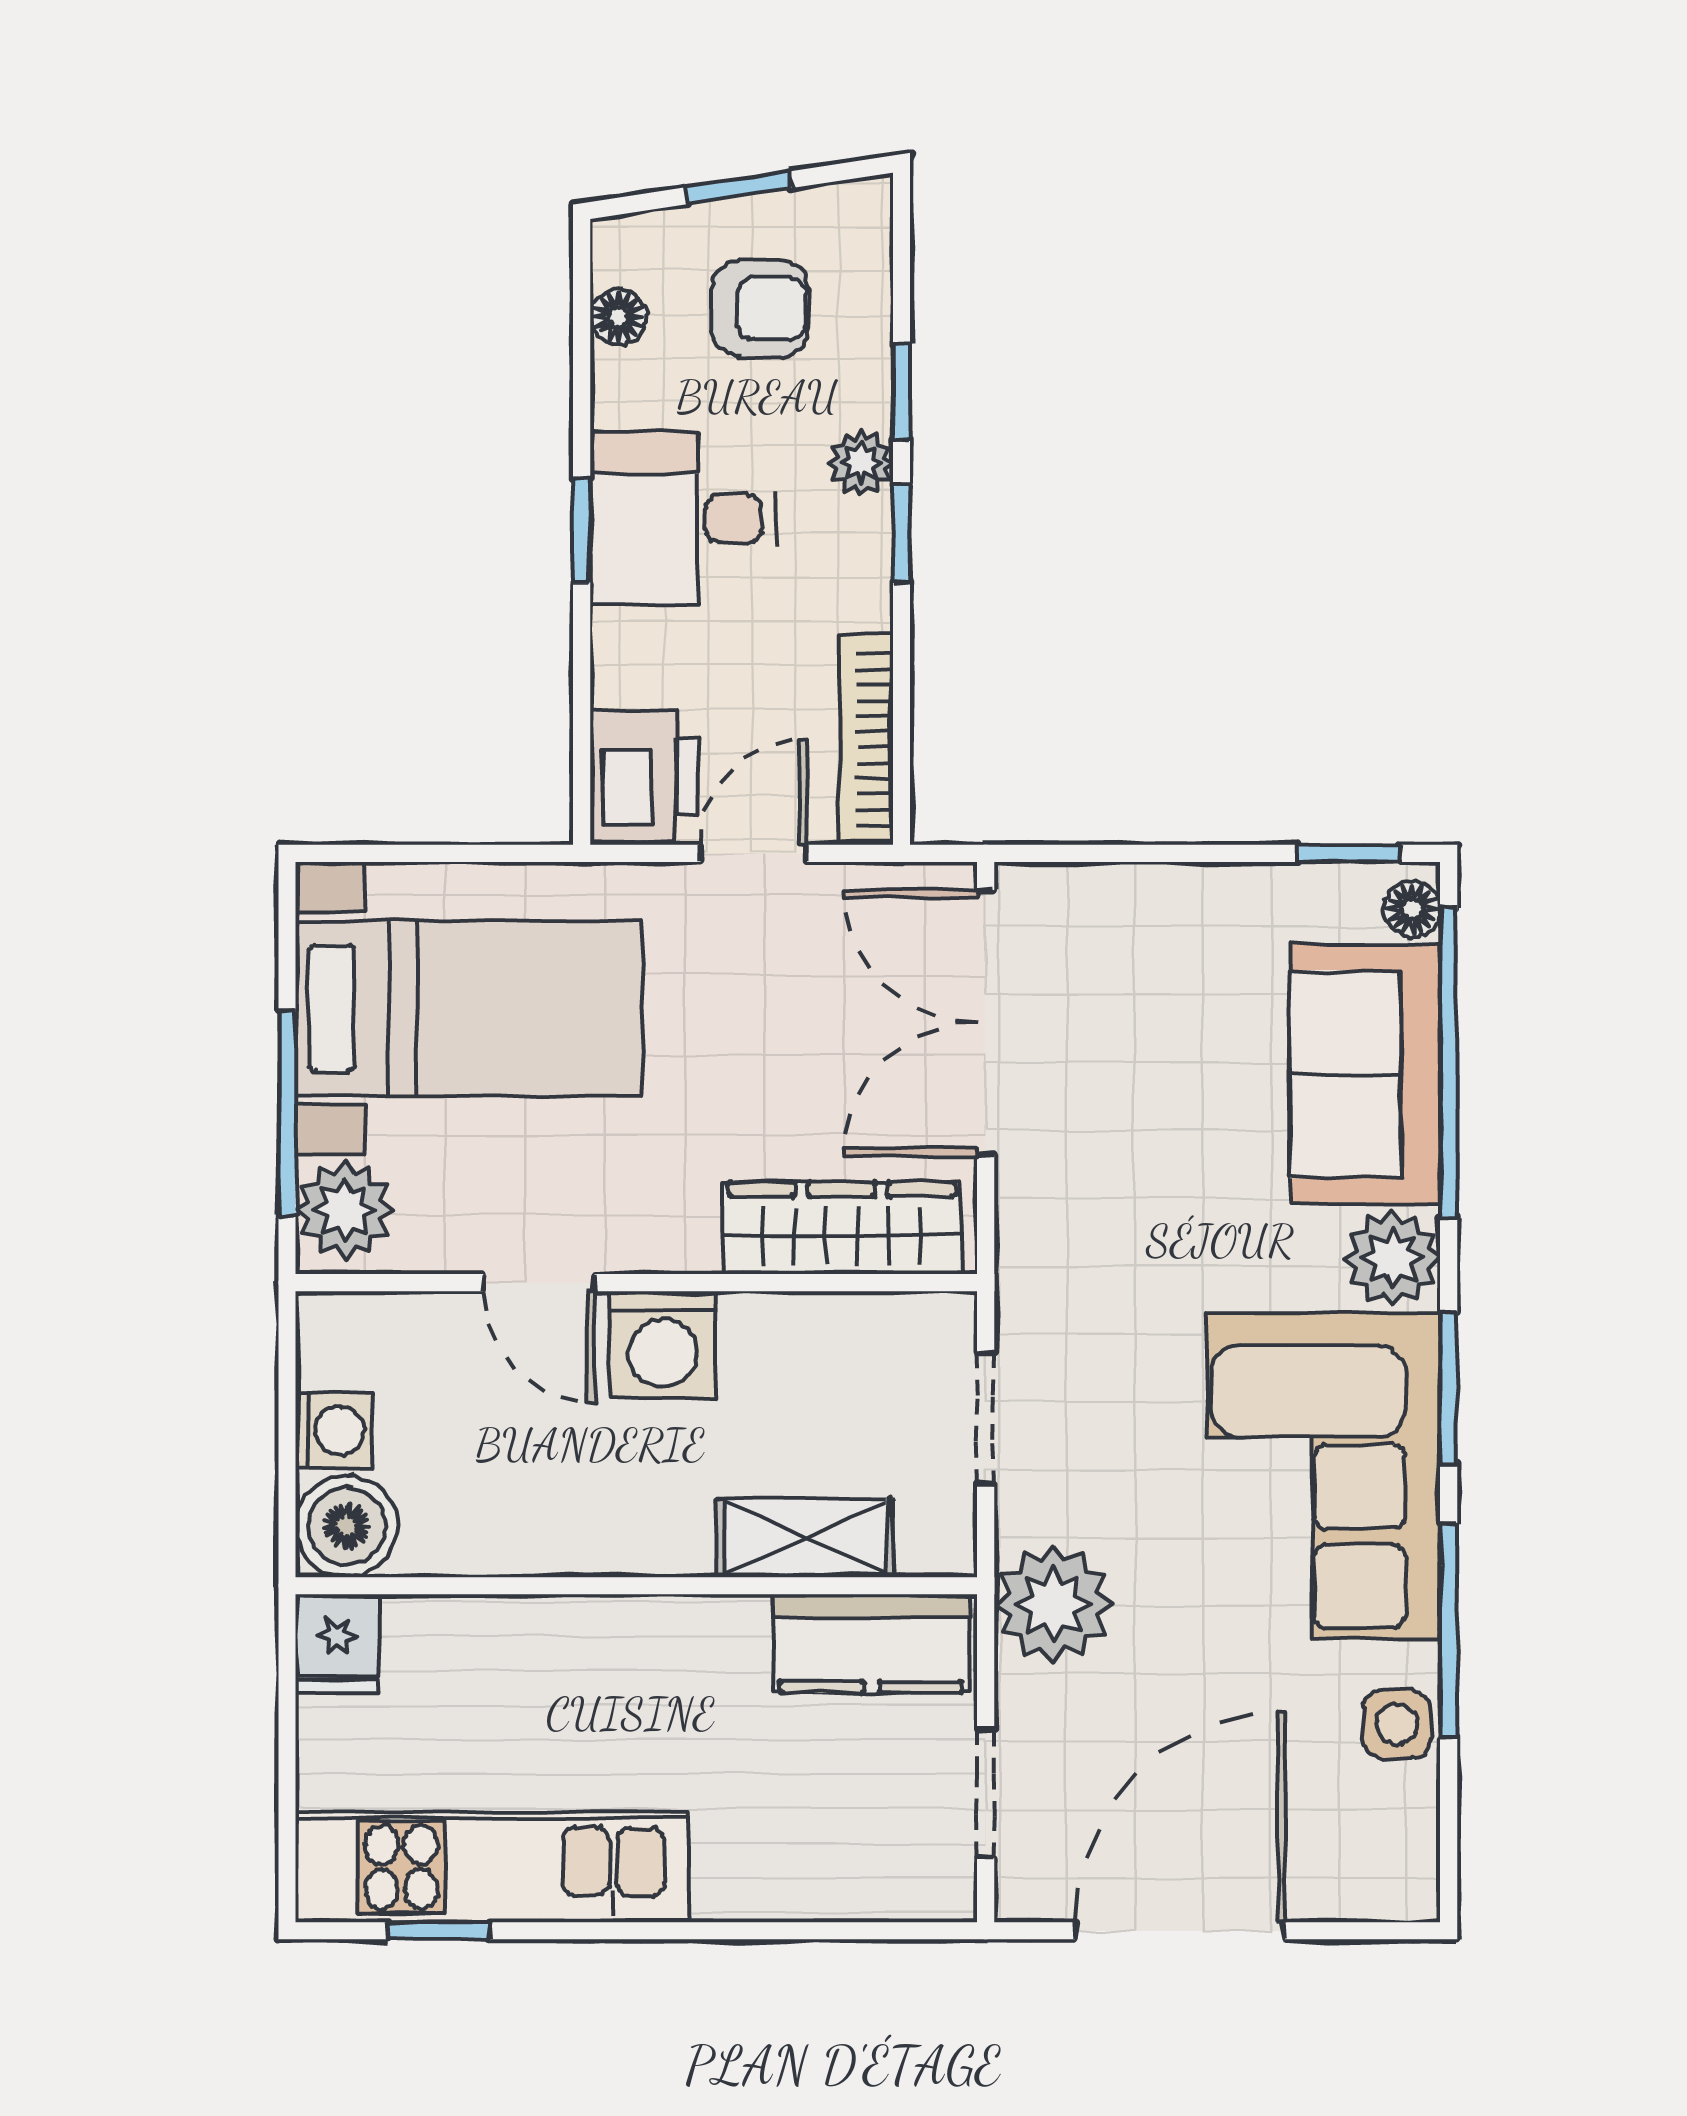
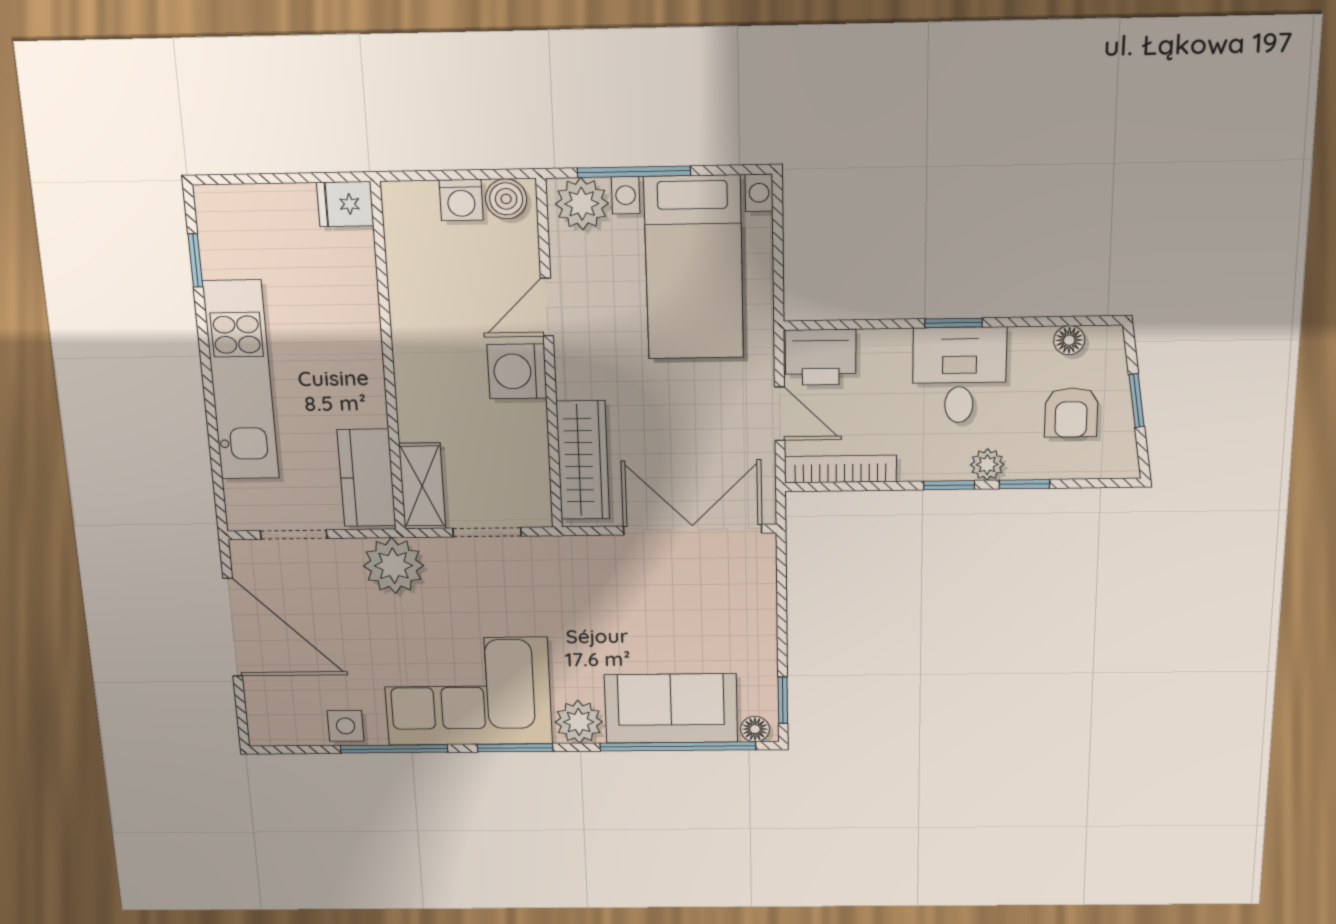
boiler: (347, 1526) -> (506, 199), moved, width x0.73, depth x0.73
shelving: (805, 1538) -> (422, 486), moved
kitchen unit: (492, 1867) -> (241, 381), moved

